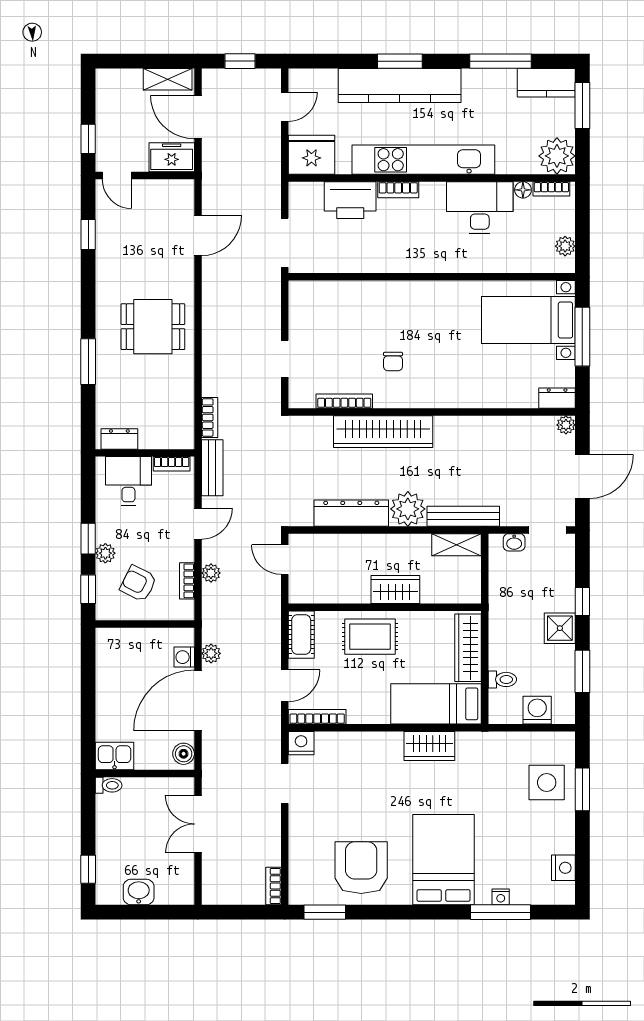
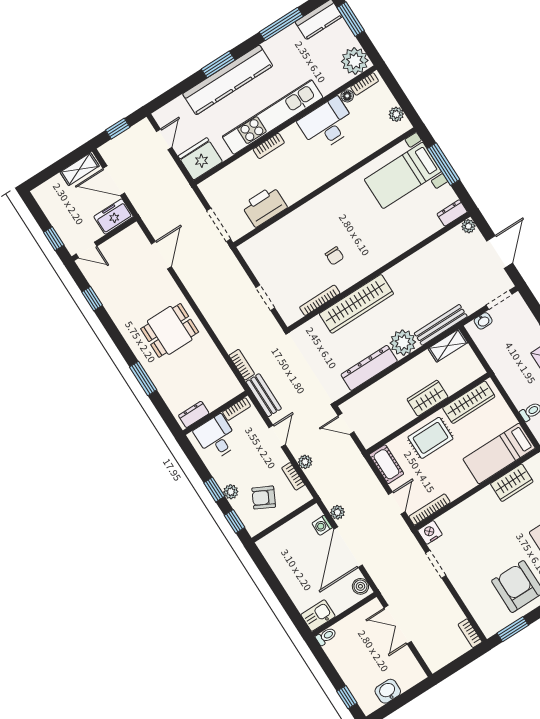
printer: (350, 200) -> (264, 206), moved, turned 180
wardrobe: (468, 648) -> (469, 402), moved, turned -90

